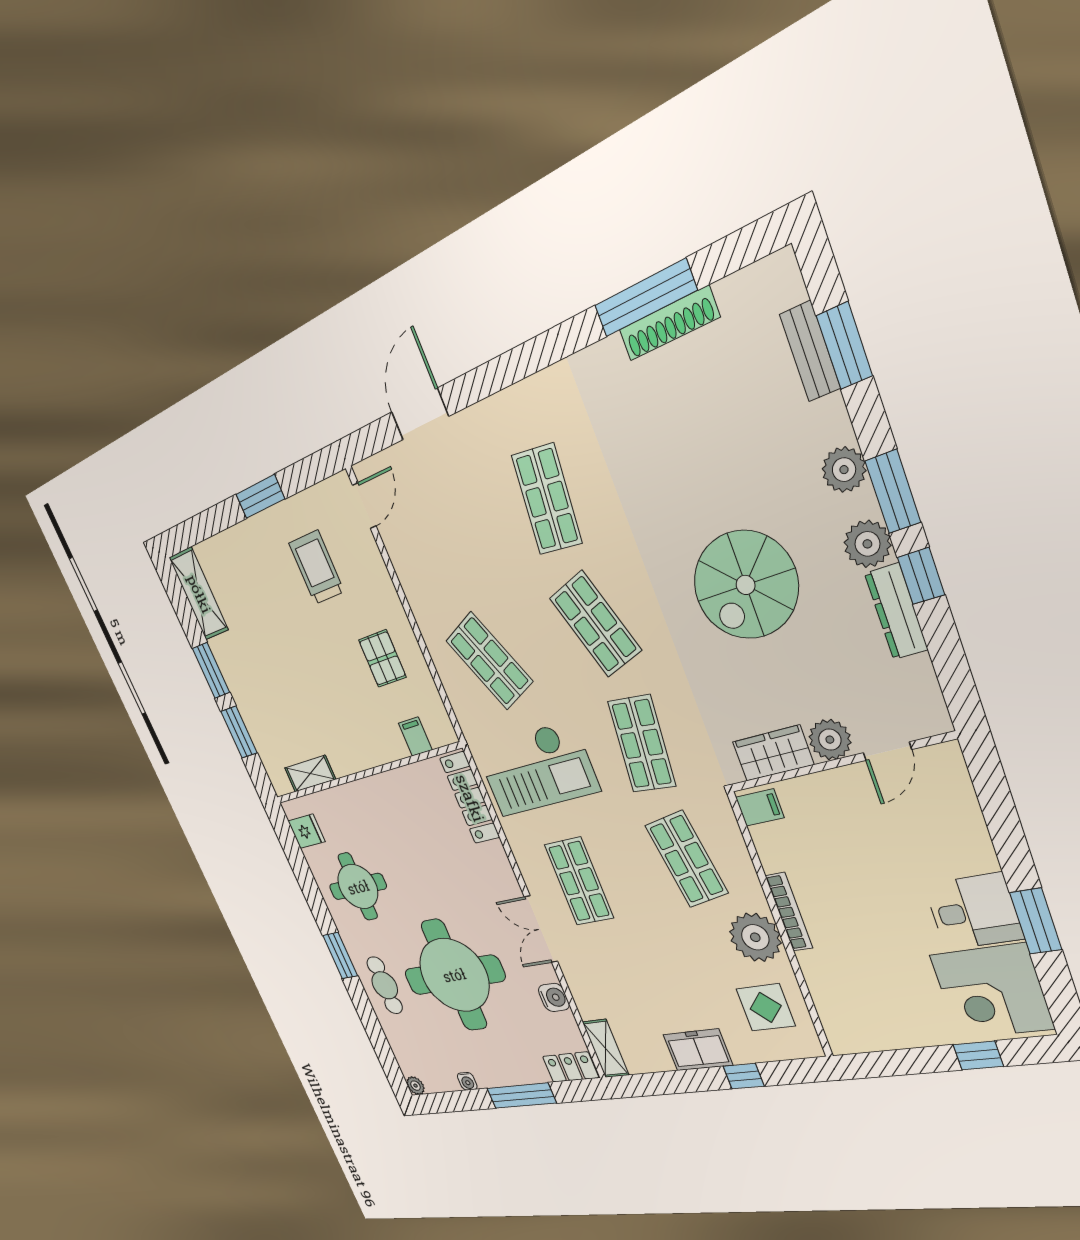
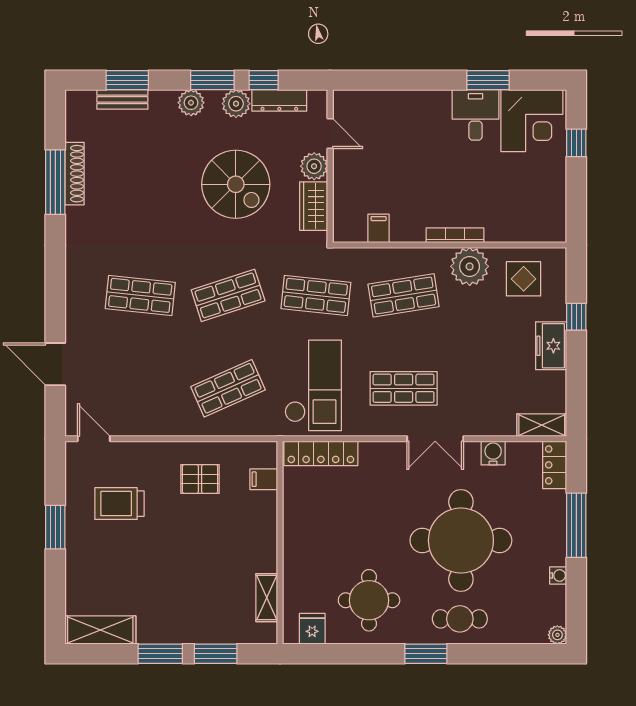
plant: (830, 740) -> (314, 166), moved
door: (887, 751) -> (330, 133), moved
wardrobe: (773, 753) -> (314, 206), moved
wall: (838, 763) -> (330, 166), moved

